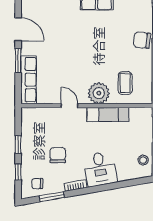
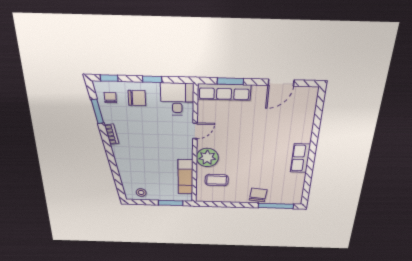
window: (18, 61) -> (230, 81), moved
exam couch: (108, 115) -> (185, 177), moved
chair: (58, 155) -> (137, 98), moved
desk: (100, 169) -> (177, 99), moved, turned 100
window: (18, 172) -> (109, 78), moved

